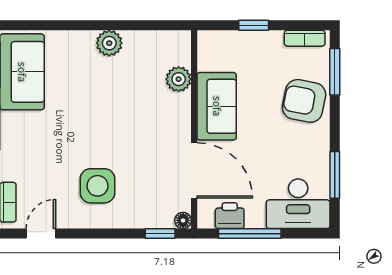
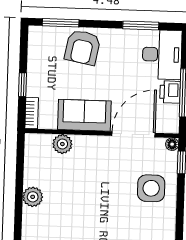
bookcase: (305, 38) -> (32, 113), moved
side table: (97, 186) -> (151, 188), moved
printer: (230, 216) -> (170, 92), moved

